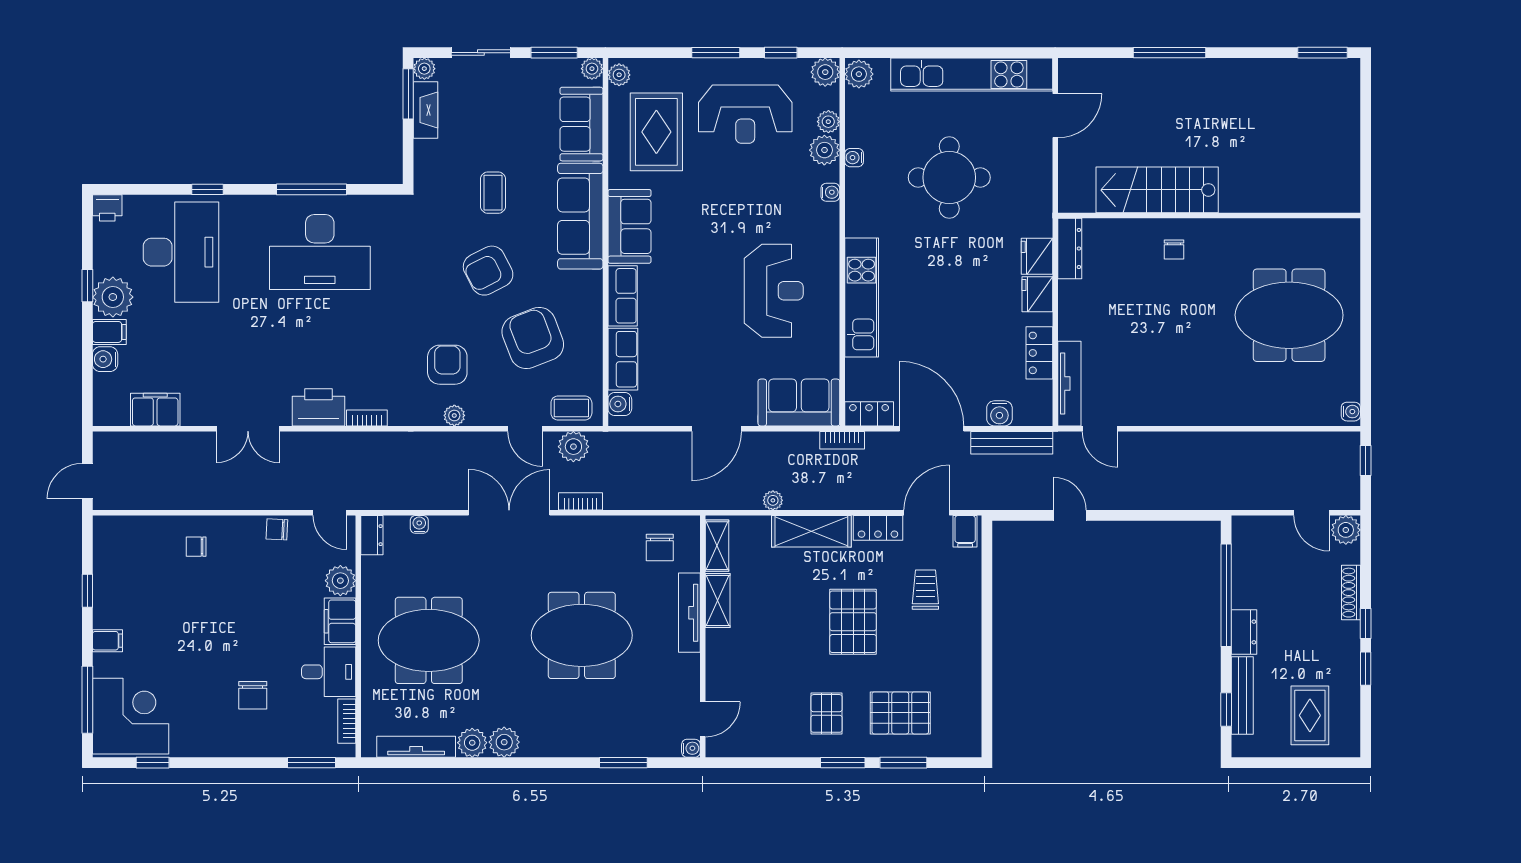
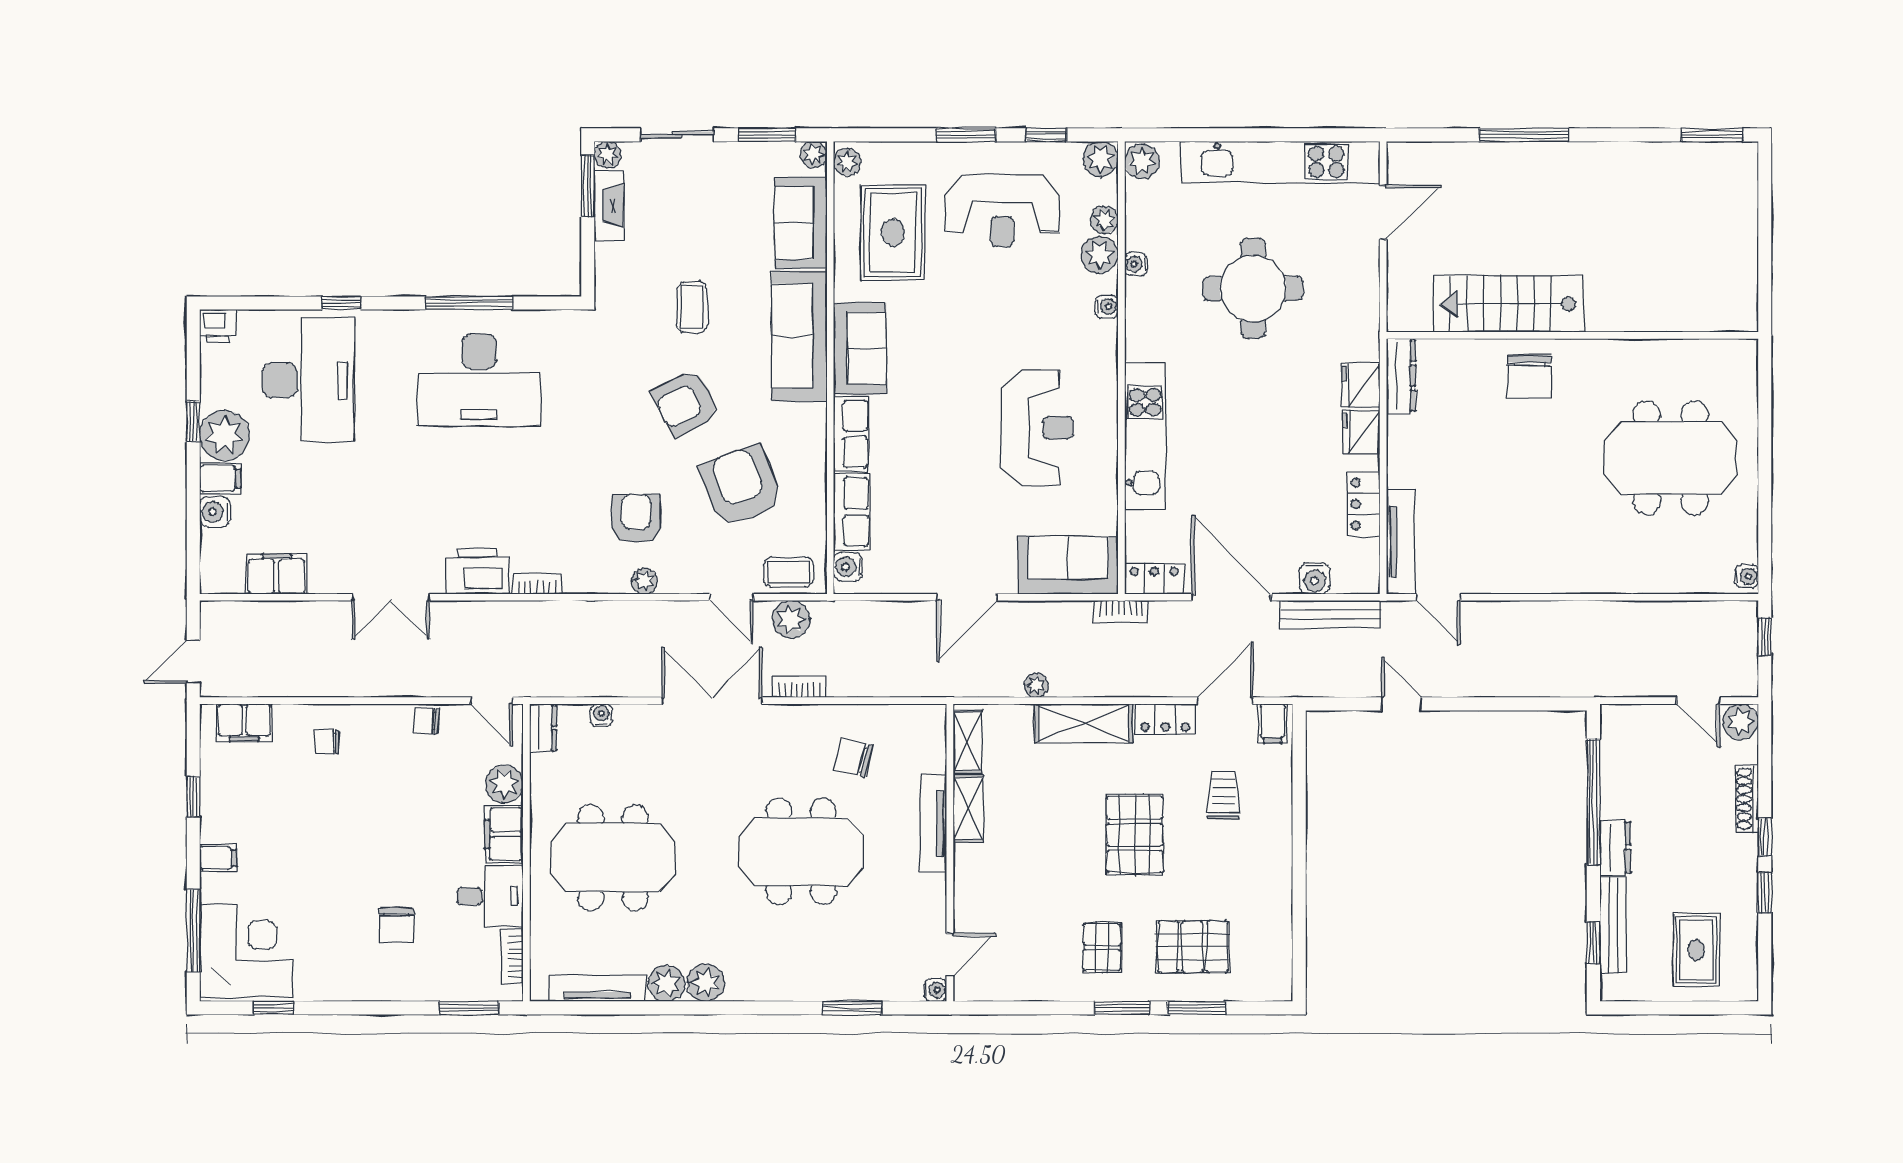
chair: (1174, 250) -> (1529, 377), width x1.87, depth x1.87
filing cabinet: (129, 531) -> (244, 723), added
chair: (660, 548) -> (853, 757), moved, turned 104

